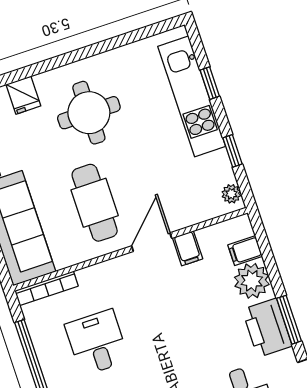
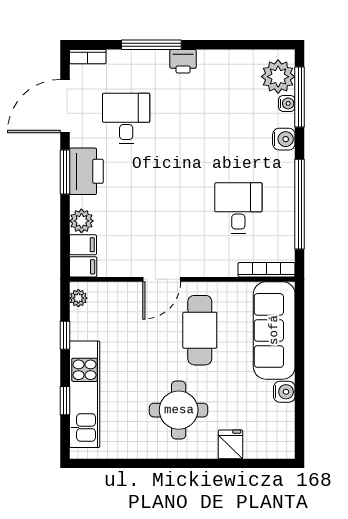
filing cabinet: (188, 248) -> (83, 267), moved, turned 90
plant: (252, 281) -> (81, 221), width x0.73, depth x0.73
desk: (97, 343) -> (238, 208), turned 180

